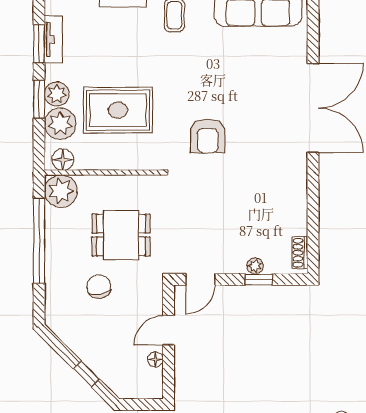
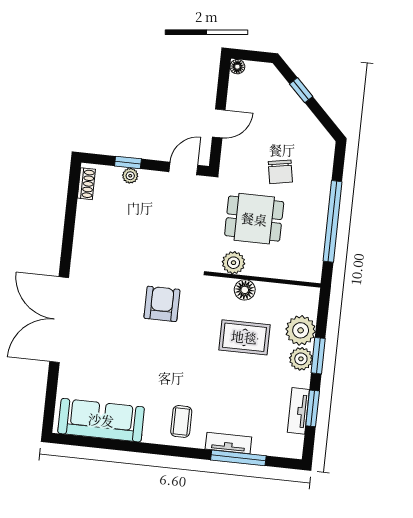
rug: (118, 110) -> (244, 337), width x0.73, depth x0.70
floor lamp: (63, 160) -> (245, 290), moved
plant: (61, 191) -> (233, 263), moved, width x0.73, depth x0.73
floor lamp: (155, 359) -> (237, 67), moved

